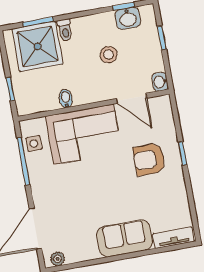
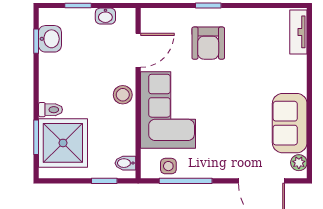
stool: (109, 55) -> (123, 95), moved
washbasin: (160, 82) -> (105, 16), moved
bidet: (66, 99) -> (125, 163), moved
sofa: (125, 238) -> (290, 123), moved

